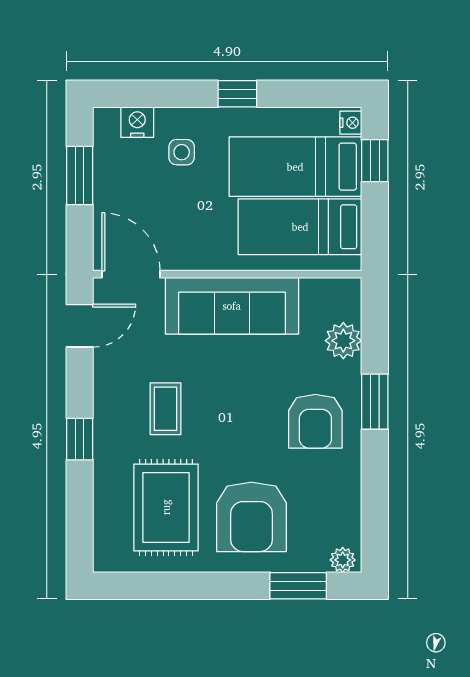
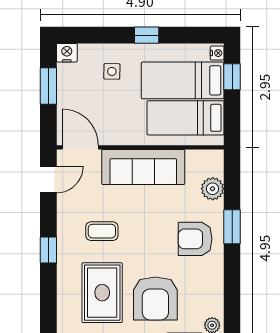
nightstand: (137, 122) -> (67, 53), moved
coffee table: (166, 409) -> (102, 231), turned 90
armchair: (315, 421) -> (195, 239), turned 90

